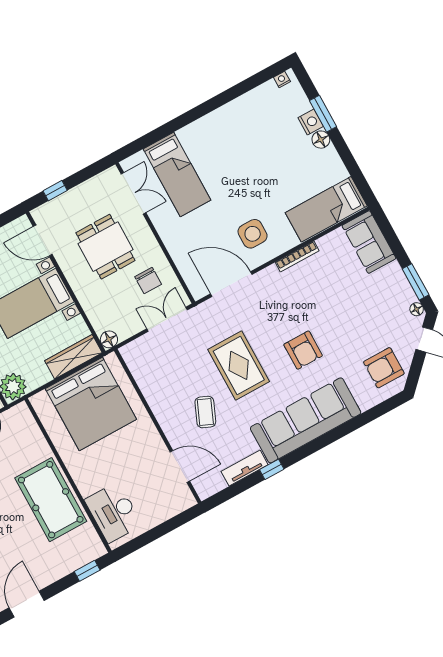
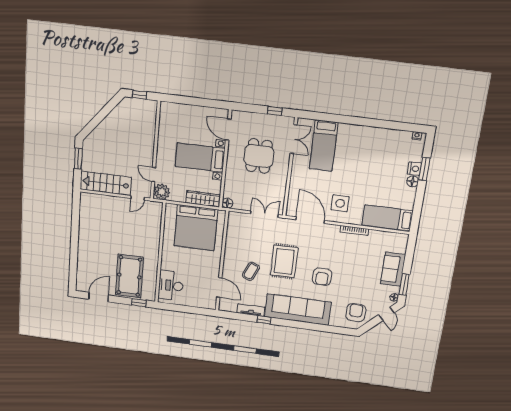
window: (55, 191) -> (275, 111), moved
sofa: (369, 242) -> (393, 269), moved
chair: (148, 281) -> (269, 188), removed
armchair: (384, 368) -> (356, 313), turned 90
pool table: (51, 500) -> (129, 276), moved

